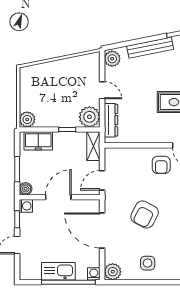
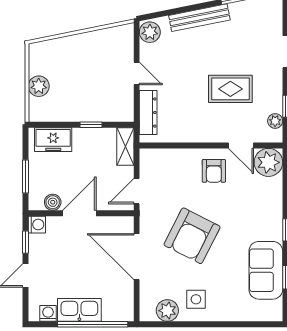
plant: (89, 117) -> (120, 108), removed
plant: (27, 119) -> (39, 86), moved
boiler: (26, 189) -> (53, 202), moved
armchair: (145, 214) -> (192, 236), width x1.36, depth x1.36
plant: (113, 272) -> (167, 311), moved
washing machine: (94, 274) -> (48, 313), moved

